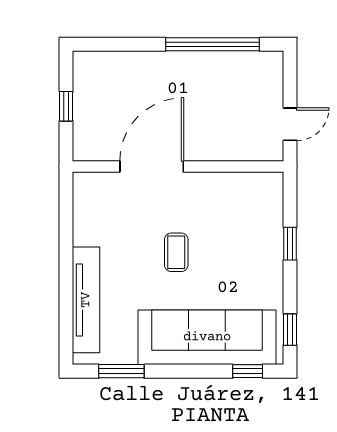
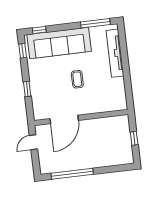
door: (152, 166) -> (64, 119), moved
window: (121, 371) -> (95, 23), width x1.44

